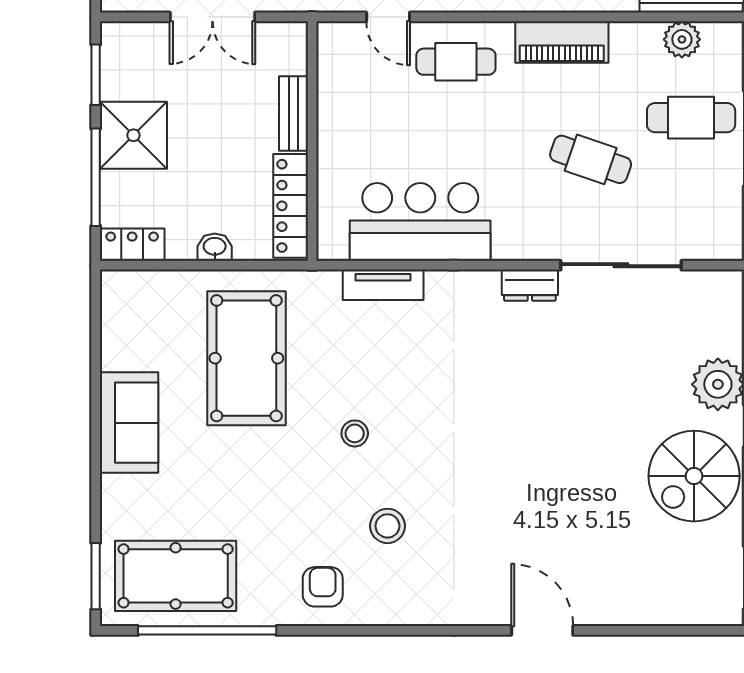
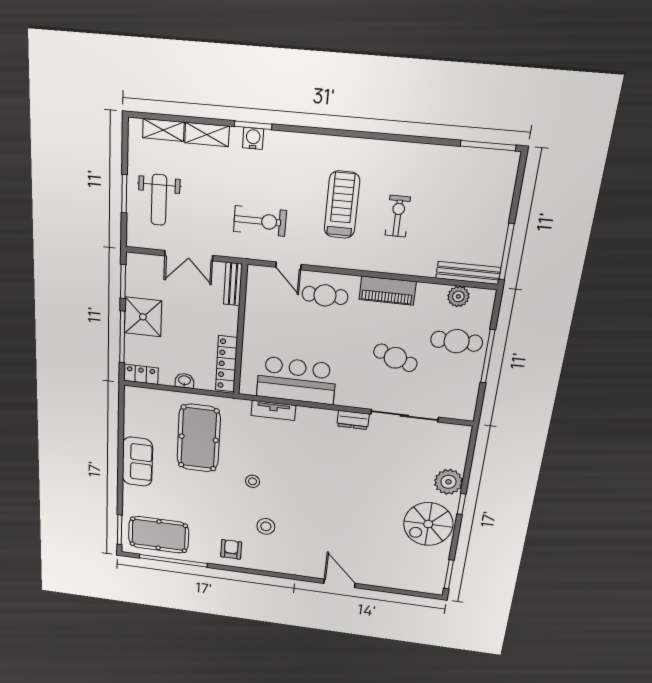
bench: (293, 114) -> (233, 284), moved

